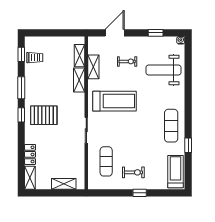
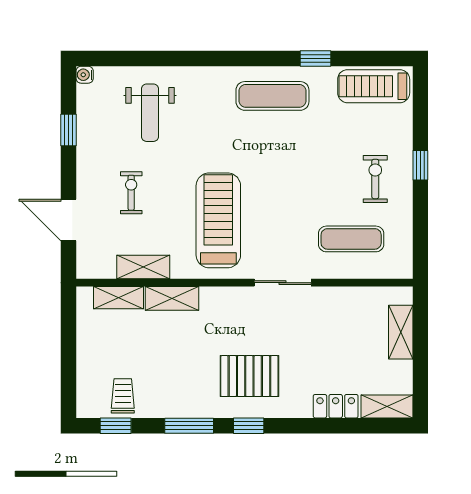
weight bench: (164, 70) -> (150, 113), width x0.73, depth x0.75
pallet: (44, 115) -> (249, 376), turned 90

